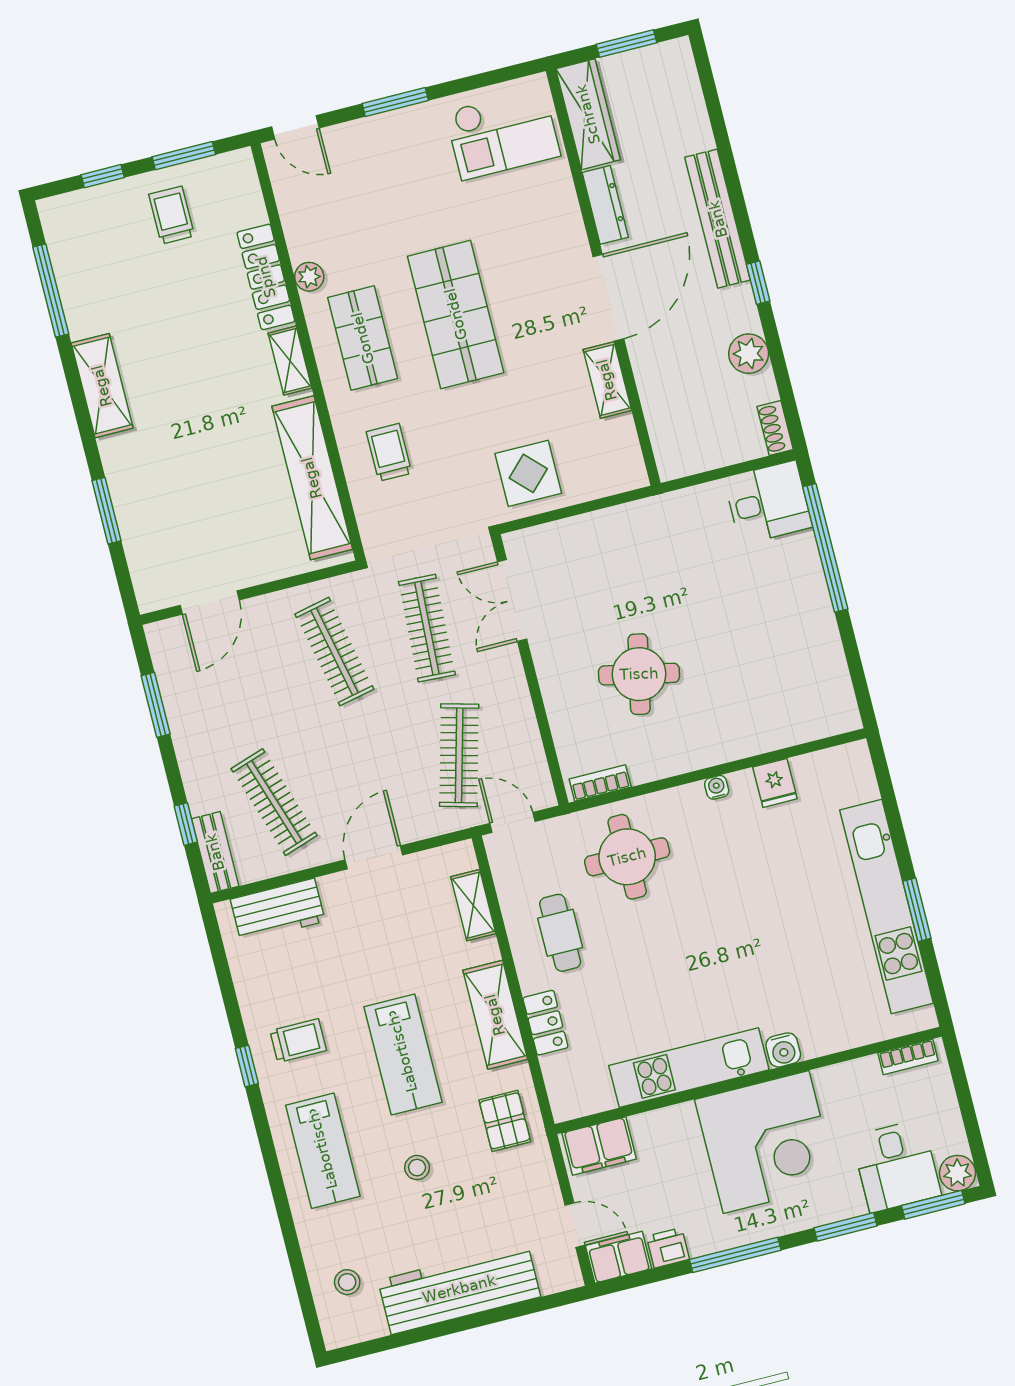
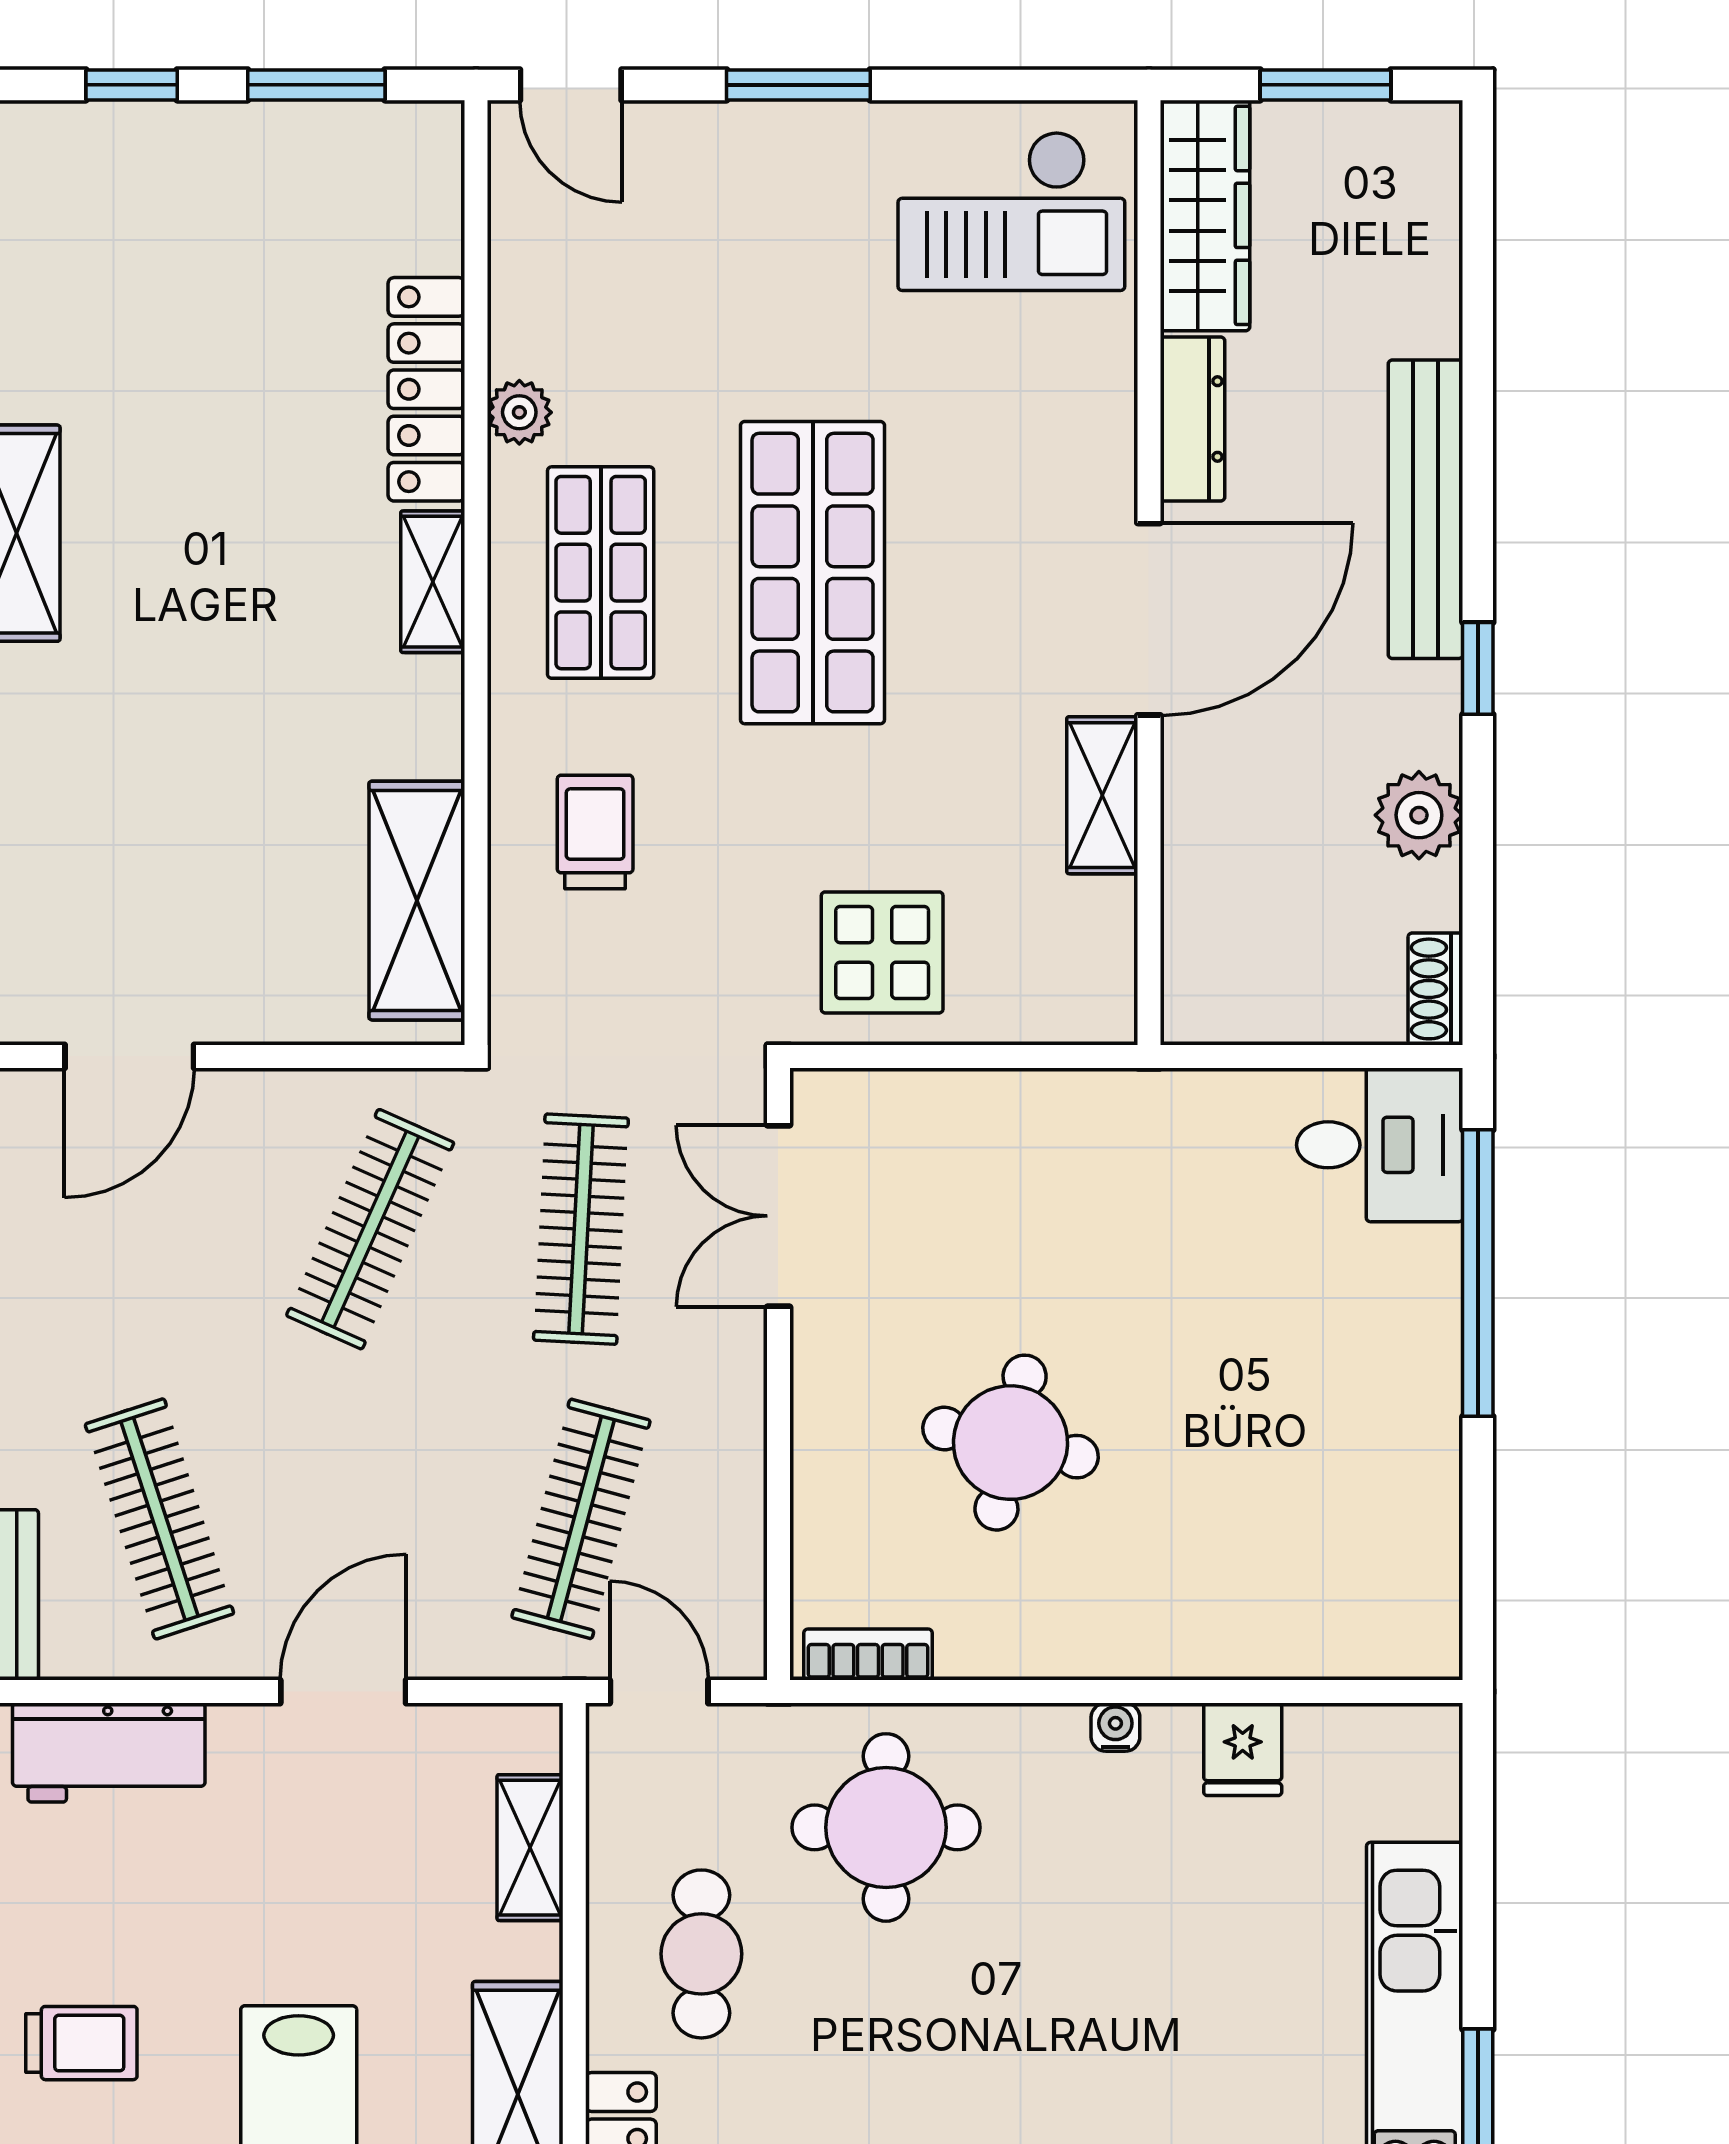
trolley: (172, 215) -> (258, 206), removed
shelving: (312, 478) -> (417, 901), width x0.68
clothes rail: (334, 652) -> (370, 1229), turned 36

